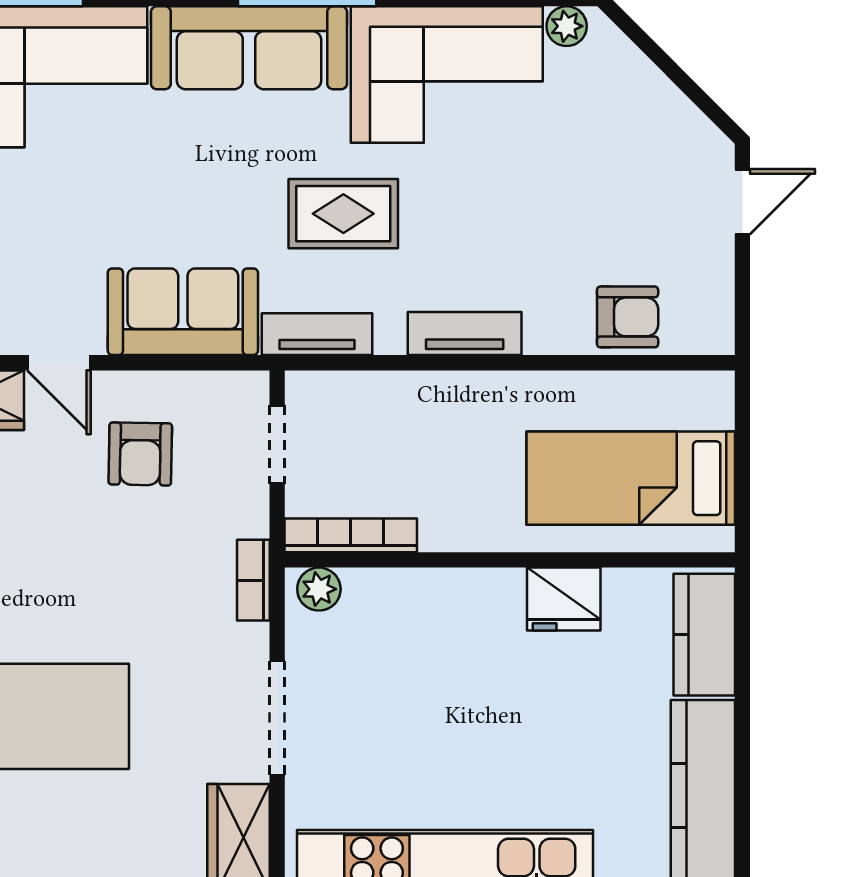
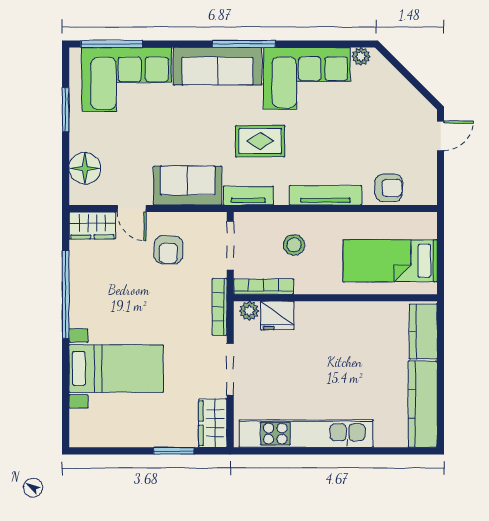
tv unit: (465, 333) -> (325, 195), width x1.41
stool: (418, 443) -> (294, 245), added
doorway: (277, 445) -> (230, 246), width x1.38
bookcase: (253, 580) -> (219, 307), width x1.56
fridge: (564, 599) -> (277, 315), moved

